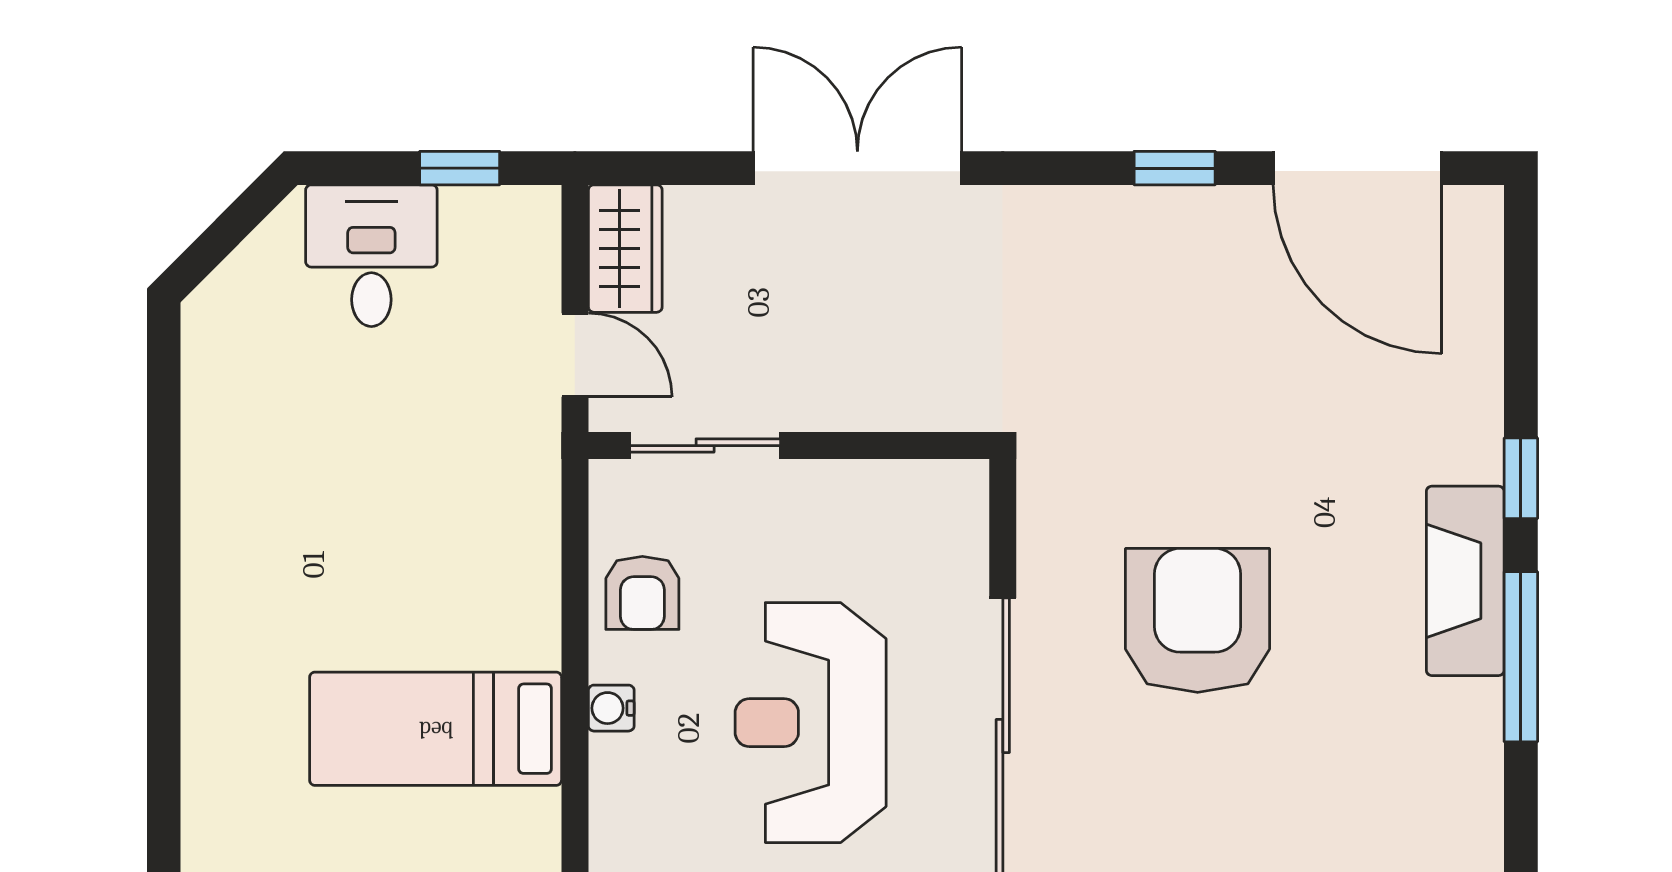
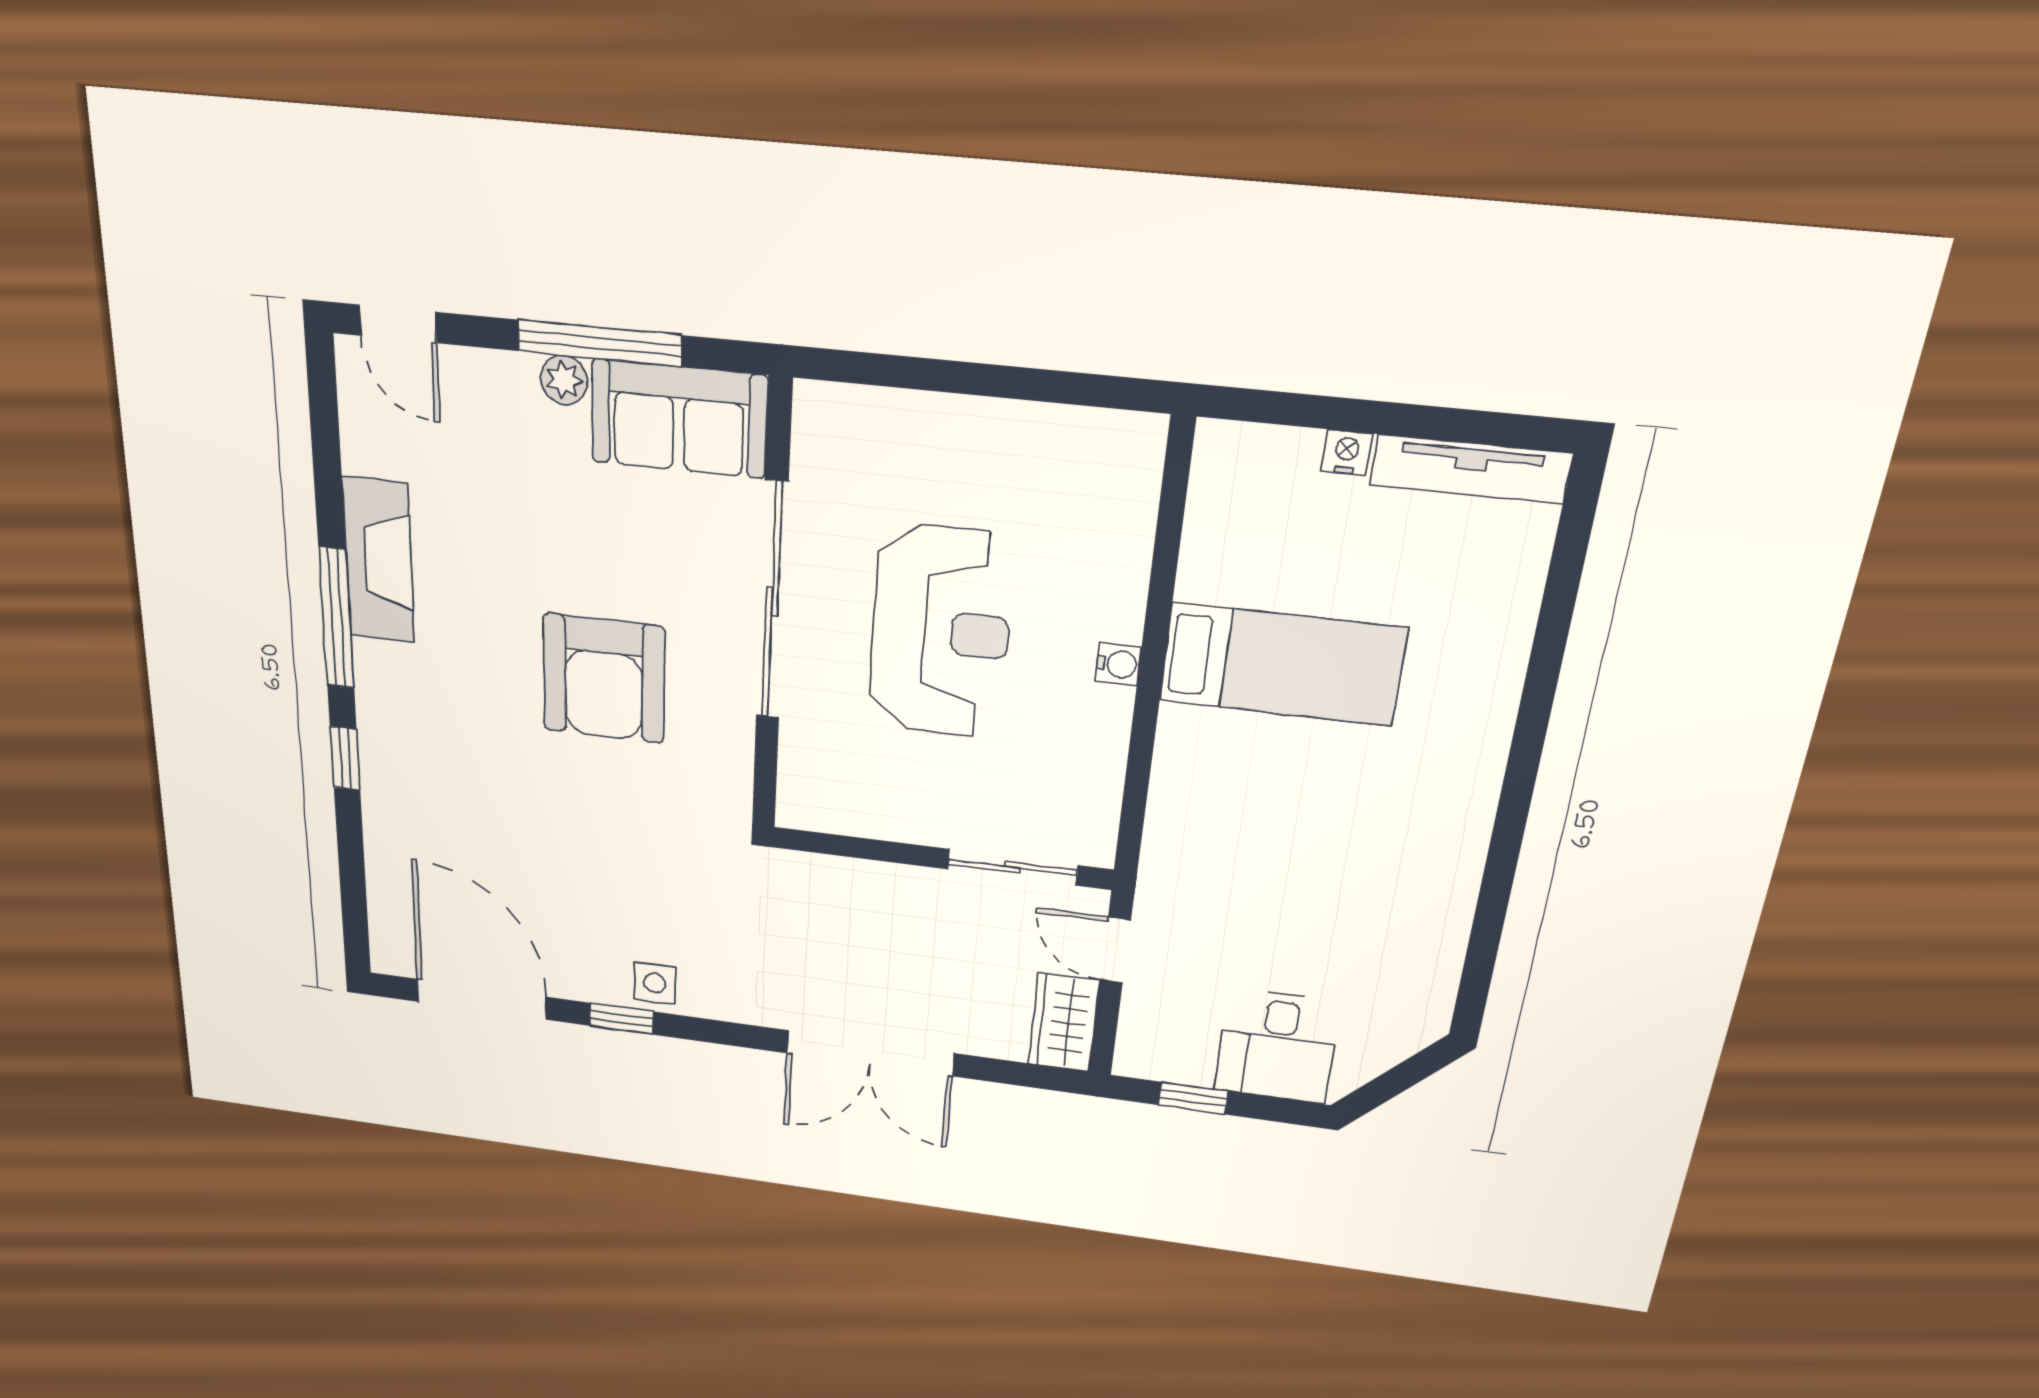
side table: (1132, 226) -> (655, 983), added
fireplace: (1465, 581) -> (379, 560), moved
armchair: (642, 593) -> (1079, 757), removed

